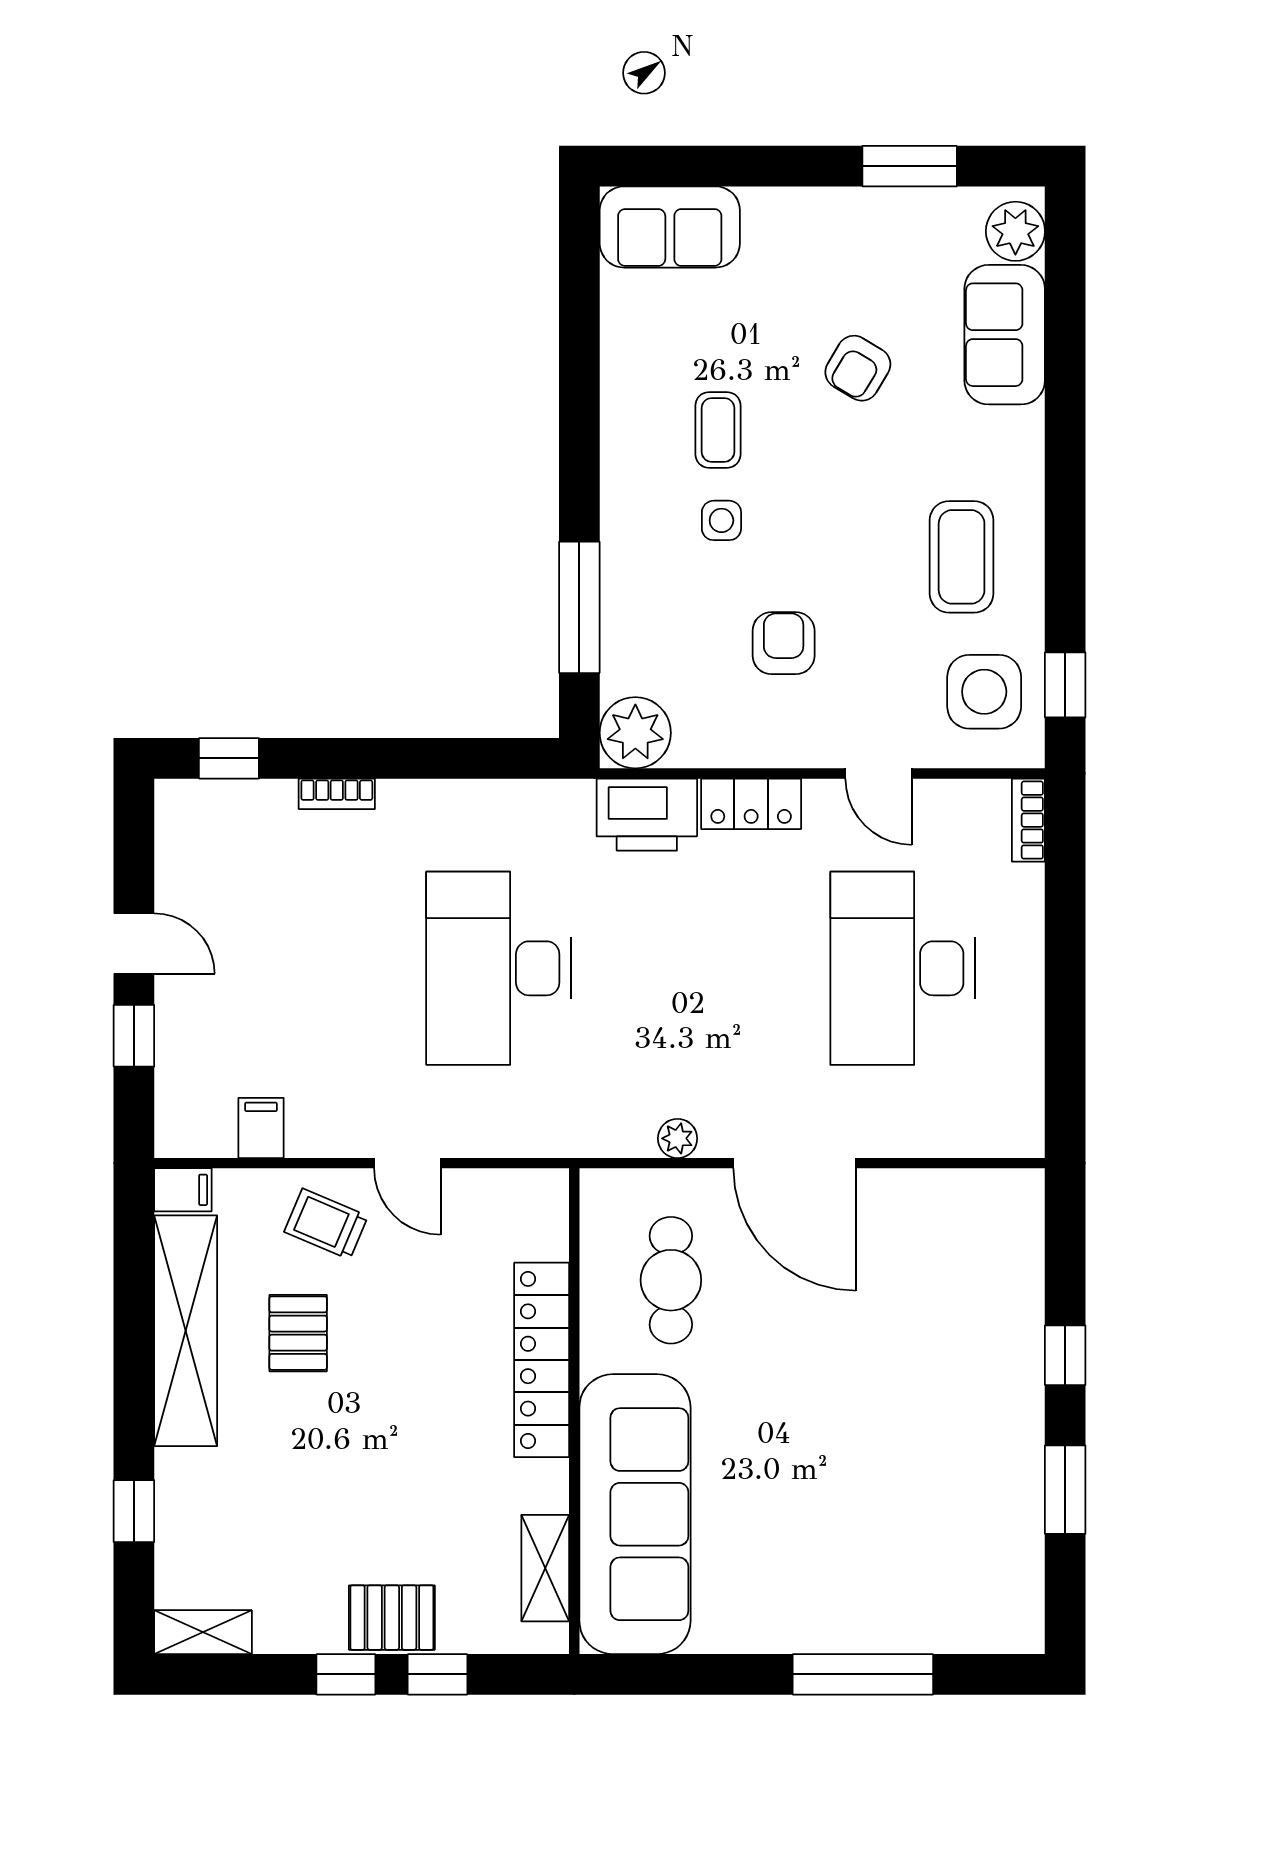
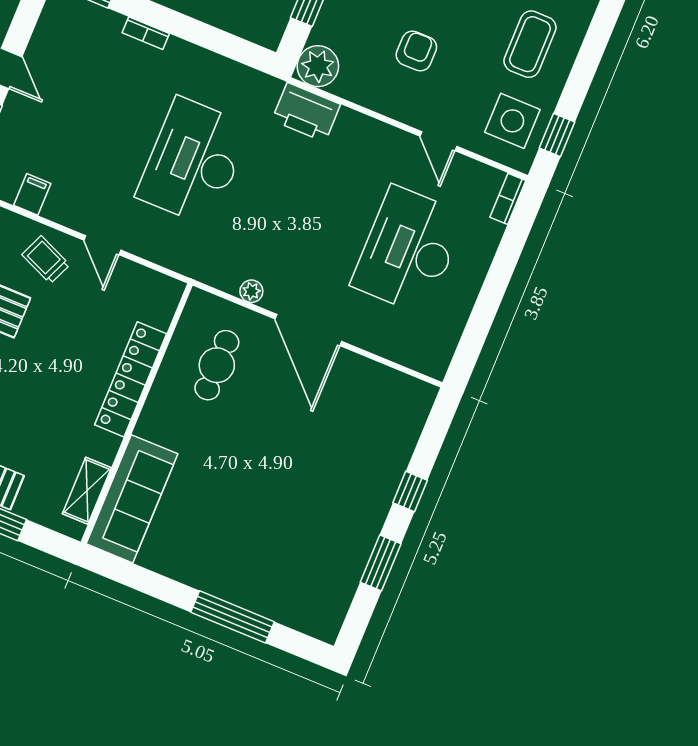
locker: (751, 804) -> (364, 129), removed
sofa: (635, 1514) -> (132, 499), width x0.74, depth x0.79

